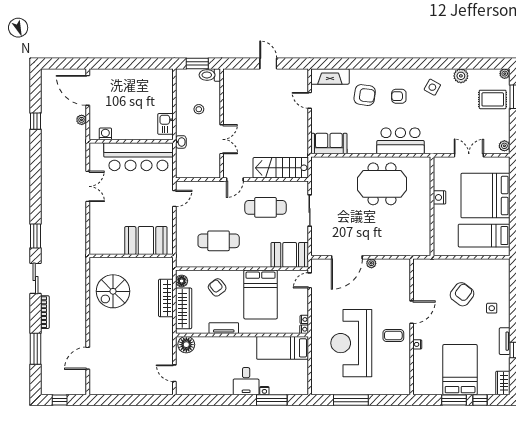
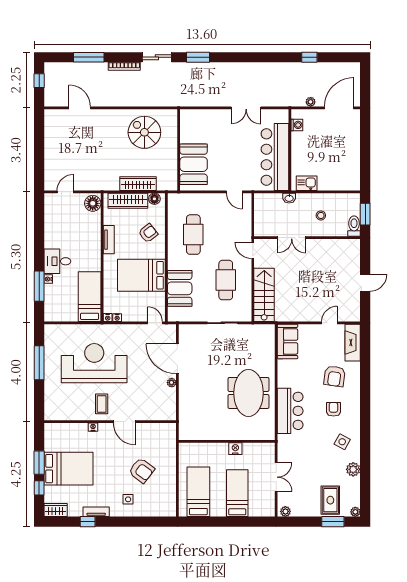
bed: (485, 196) -> (237, 493), width x0.49
booth: (290, 255) -> (180, 288), moved

